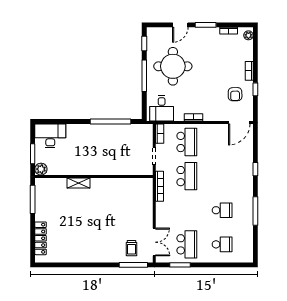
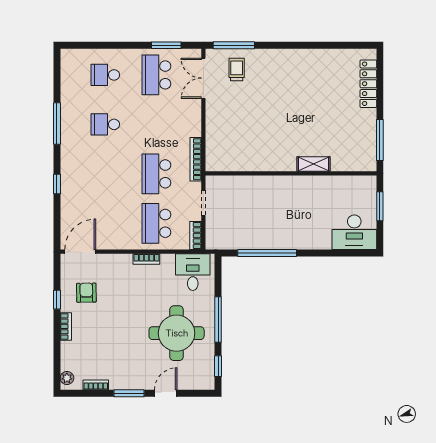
plant: (41, 169) -> (368, 184), removed

